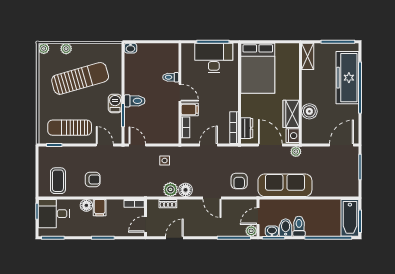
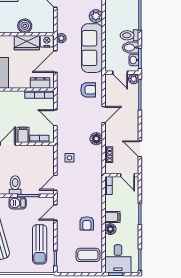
armchair: (93, 180) -> (87, 223), turned 180
plant: (170, 189) -> (96, 16), moved

